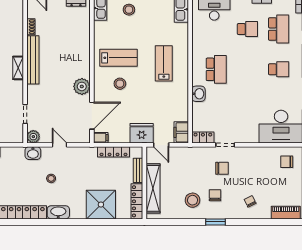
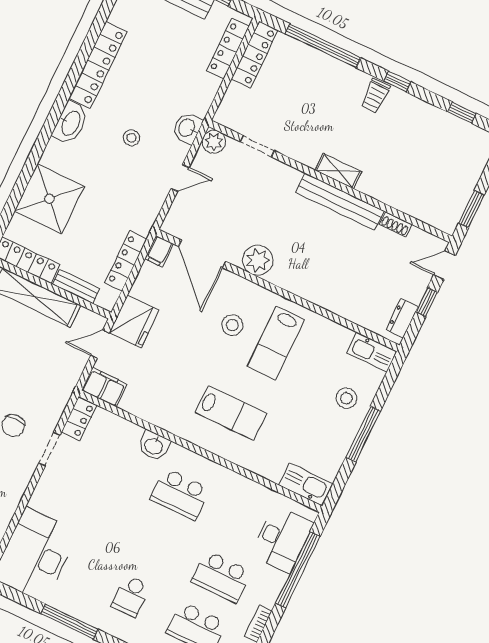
school desk: (247, 29) -> (221, 577), width x1.85

